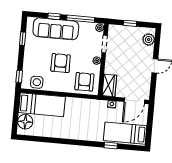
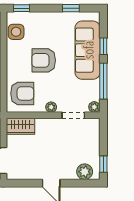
window: (130, 23) -> (103, 164), moved
armchair: (61, 63) -> (44, 60), turned 180

